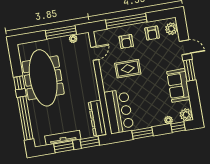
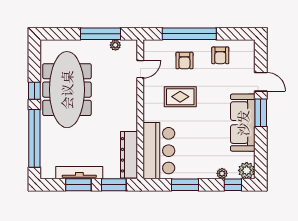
plant: (171, 29) -> (247, 54), removed
sofa: (178, 85) -> (243, 123), width x1.36

